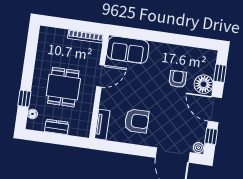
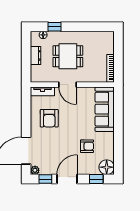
sofa: (128, 50) -> (105, 109), width x1.36
door: (101, 76) -> (68, 85), moved
floor lamp: (204, 84) -> (107, 167), moved

